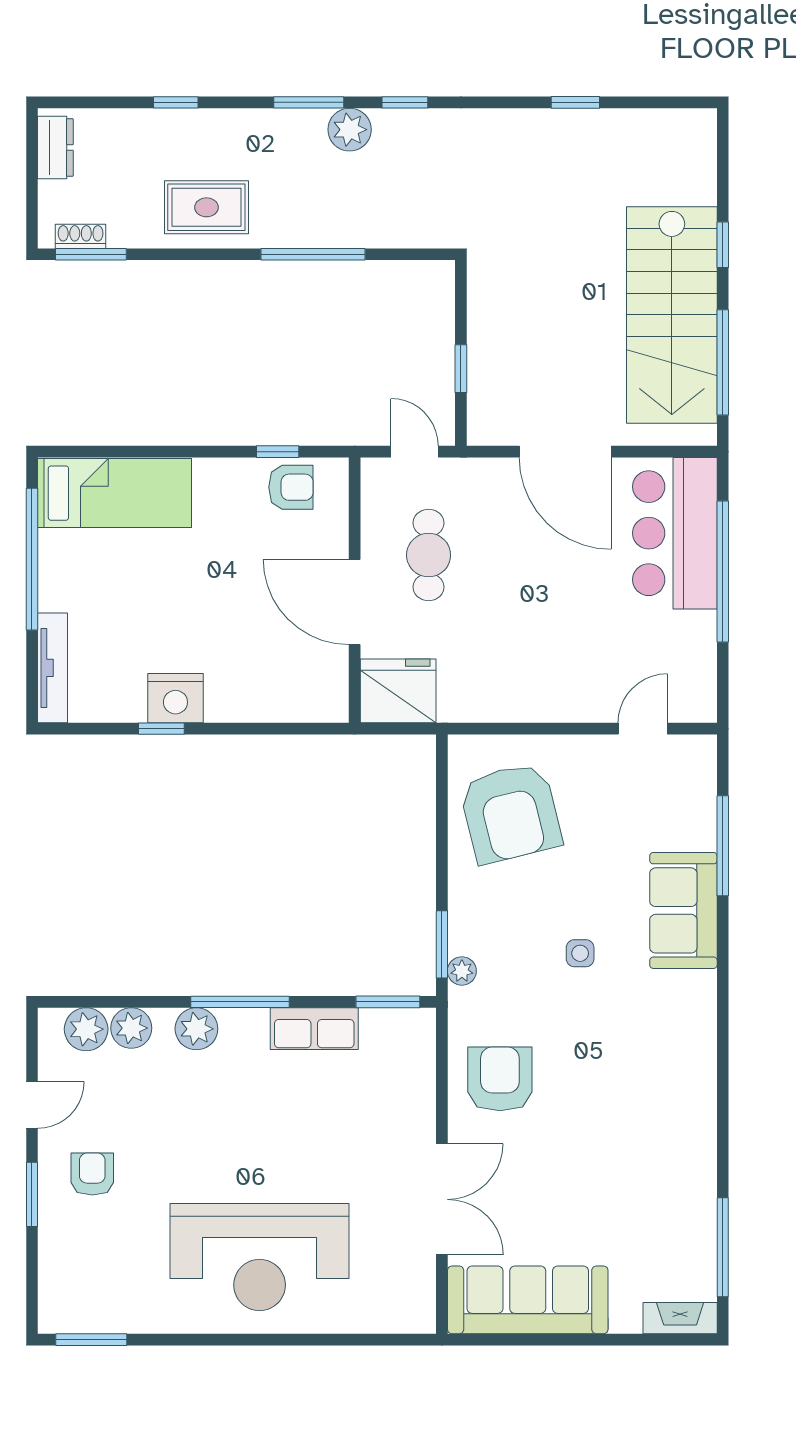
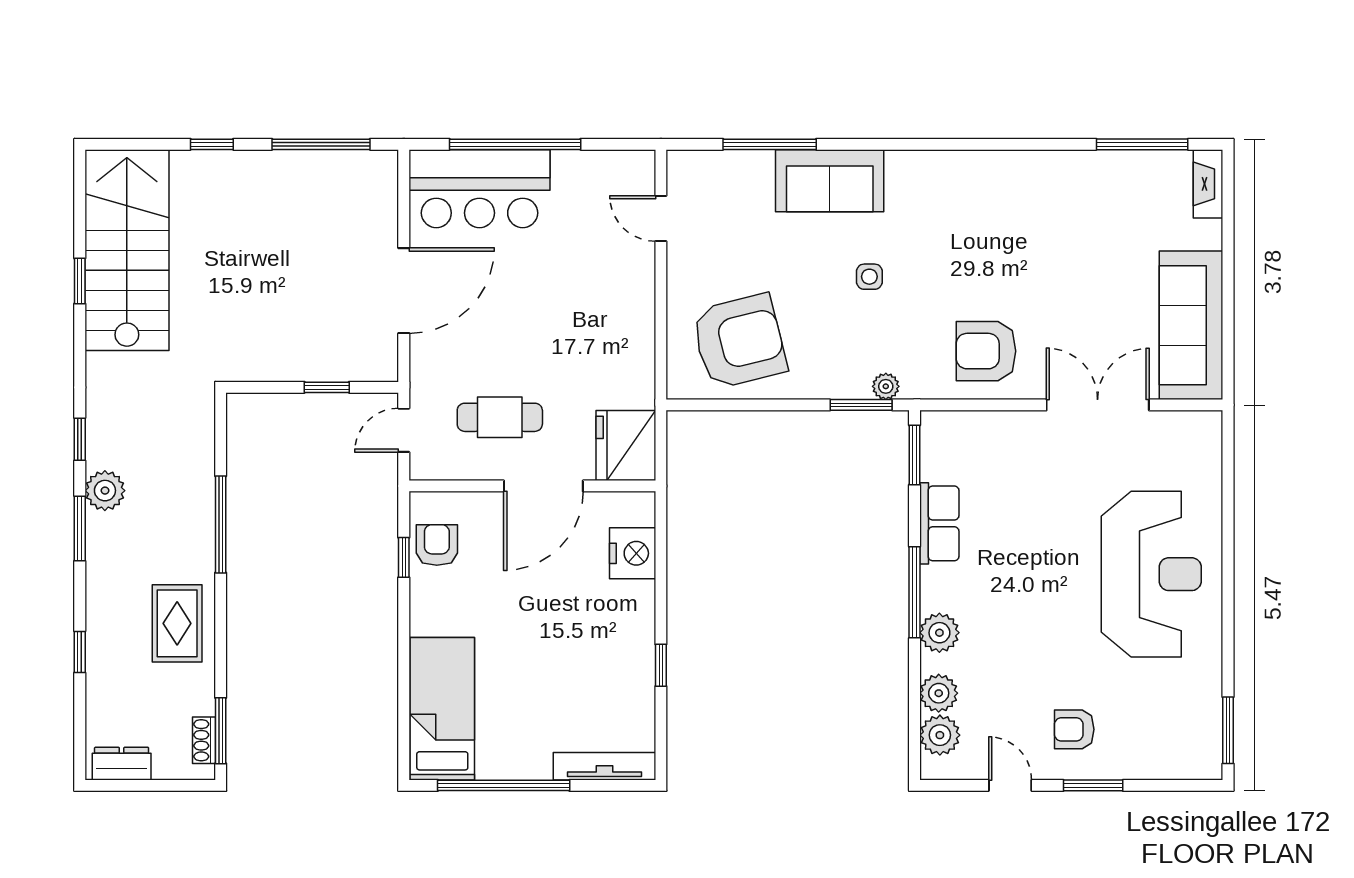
stairs: (672, 315) -> (127, 250), moved, turned -90
nightstand: (175, 698) -> (633, 553), moved

